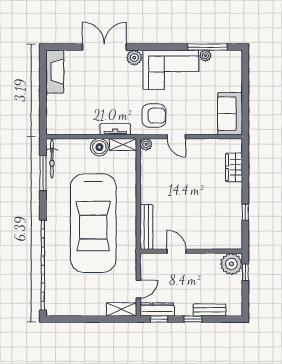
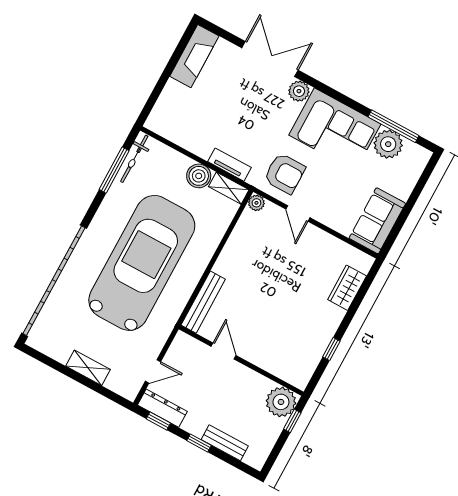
plant: (205, 56) -> (388, 144), width x1.88, depth x1.88
car: (93, 223) -> (142, 263), turned 180
shelving: (122, 309) -> (88, 368), moved

